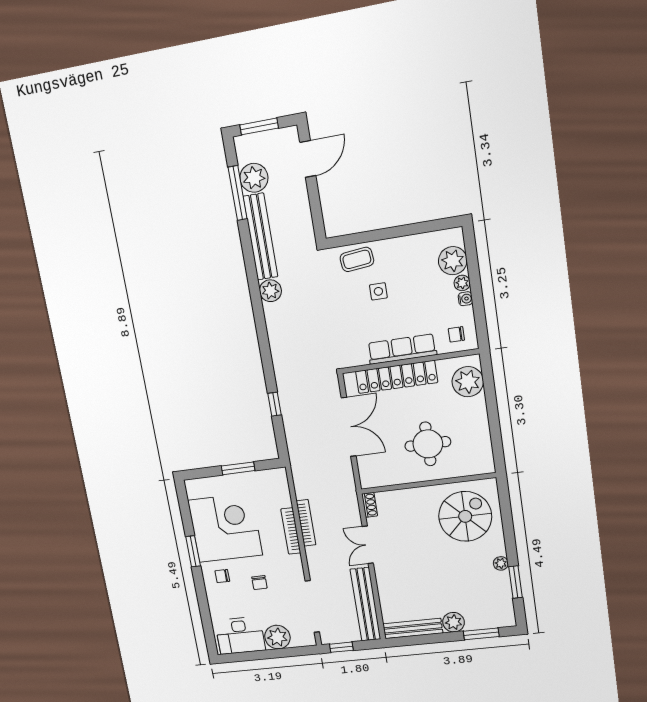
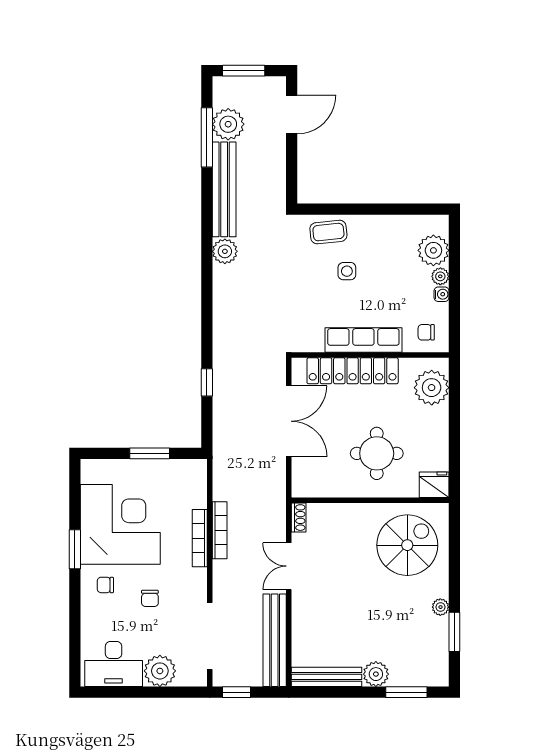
fridge: (481, 464) -> (434, 485), added

